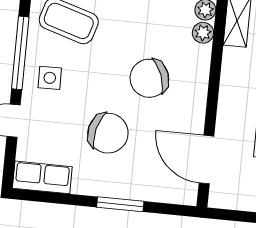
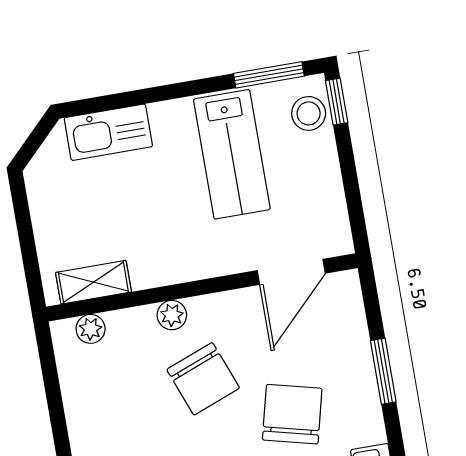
plant: (203, 33) -> (172, 315), moved

